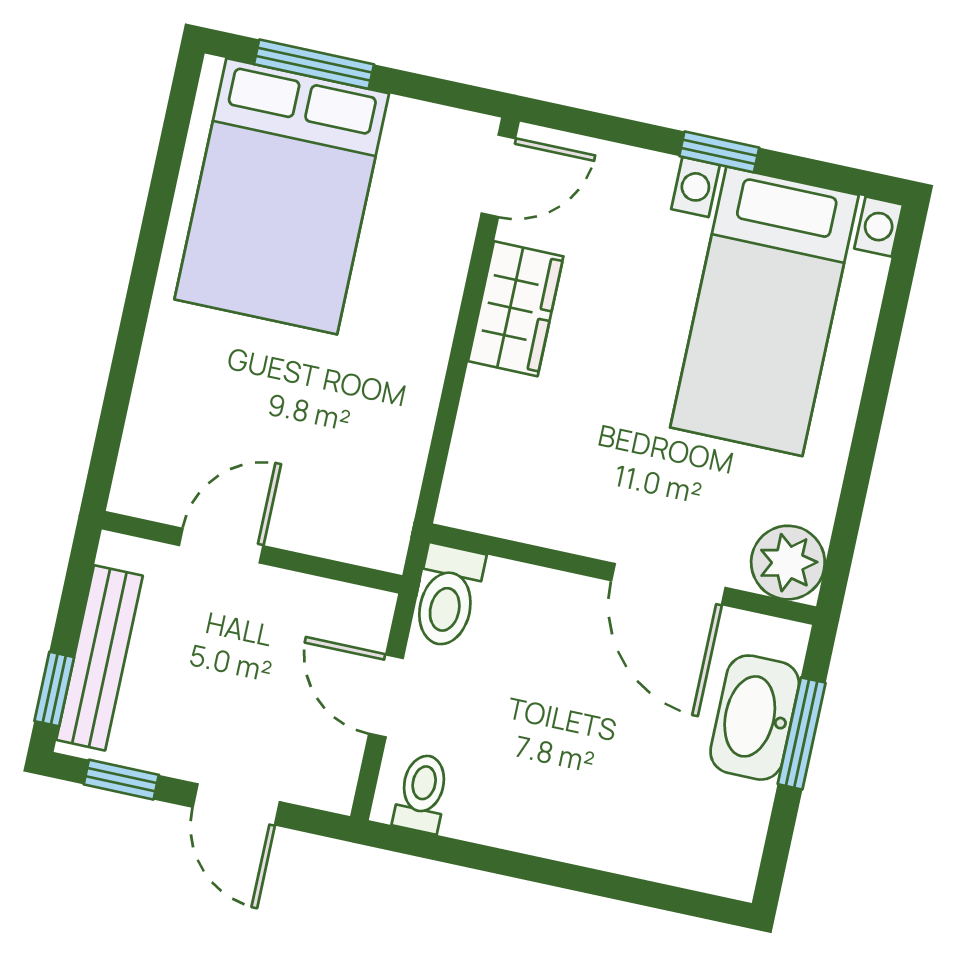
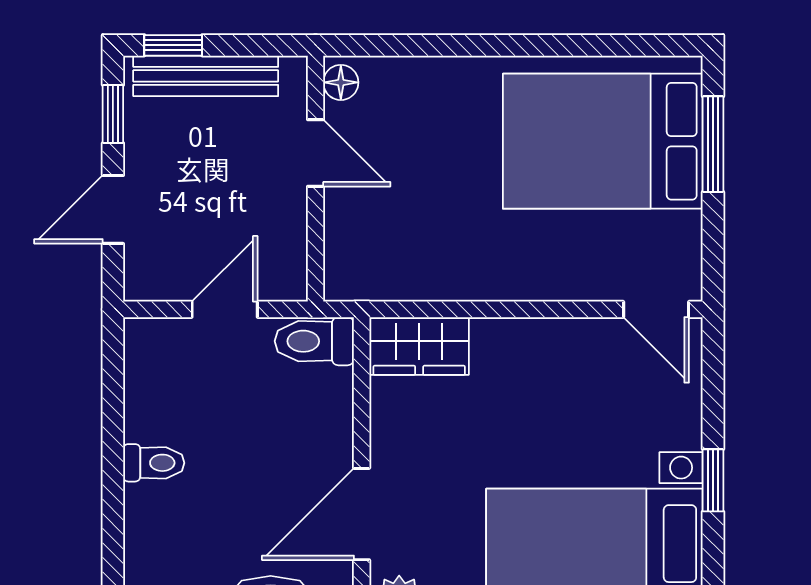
wardrobe: (516, 309) -> (419, 346), moved
floor lamp: (143, 497) -> (341, 82), added
toilet: (422, 793) -> (154, 463), moved

